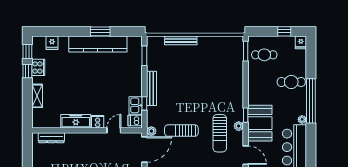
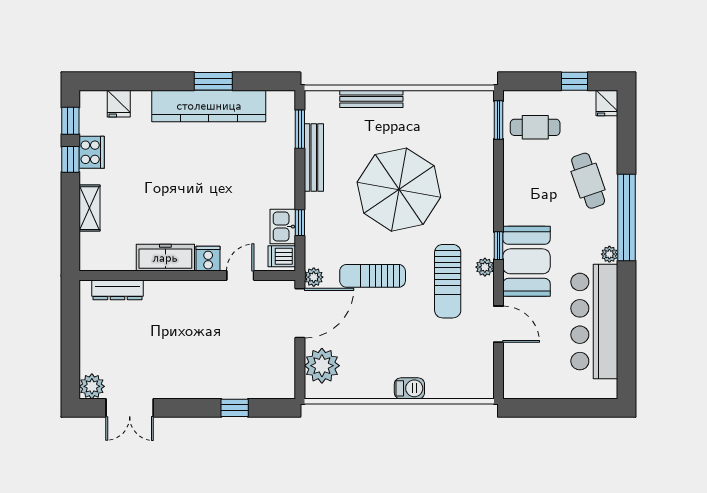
cafe table: (291, 82) -> (588, 181), turned 71
parasol: (195, 87) -> (399, 190), added
bench: (151, 88) -> (314, 158), moved

